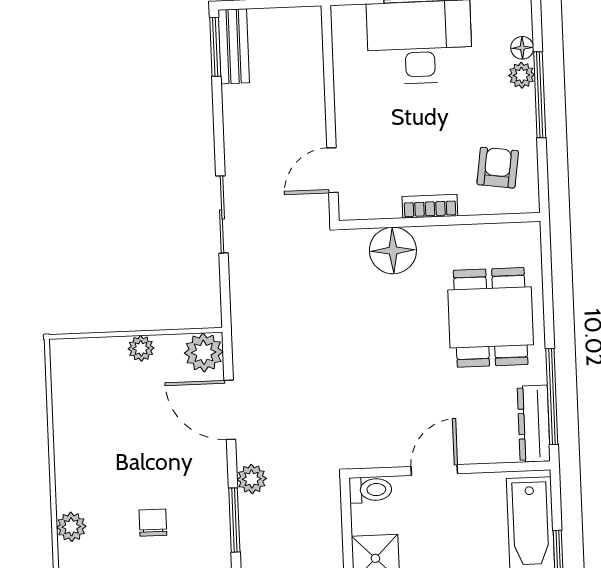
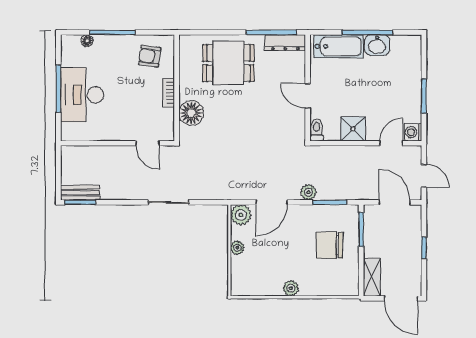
plant: (522, 75) -> (102, 42), removed
chair: (153, 523) -> (329, 245), width x1.87, depth x1.87
plant: (71, 527) -> (291, 288), moved

